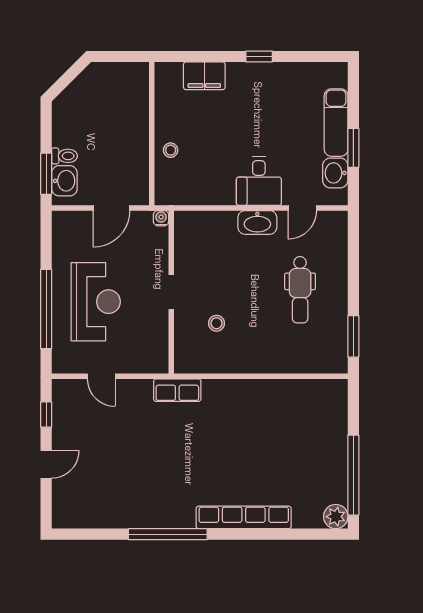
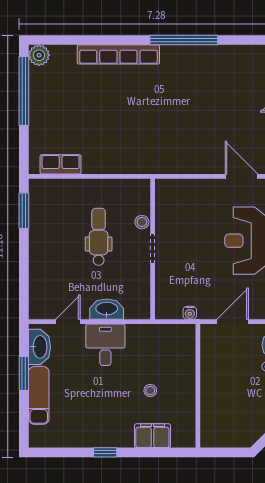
stool: (171, 150) -> (150, 391), moved
washbasin: (335, 173) -> (39, 347), width x1.38
dental chair: (300, 290) -> (99, 237), moved
doorway: (171, 292) -> (153, 249), moved
wall: (171, 292) -> (153, 249), moved
door: (101, 376) -> (241, 176), width x1.38
row of seats: (177, 390) -> (61, 164), moved

